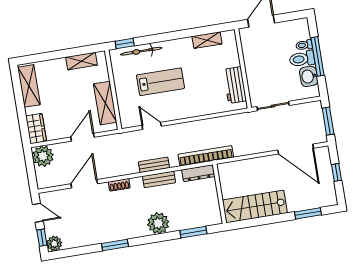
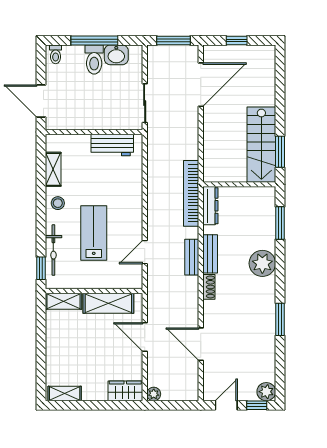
toilet: (304, 45) -> (56, 54), moved
stool: (180, 48) -> (58, 203), added
shelving: (81, 61) -> (64, 301), moved, turned 90
shelving: (29, 86) -> (65, 393), width x0.67, depth x0.75
plant: (43, 156) -> (154, 394), width x0.53, depth x0.53
shoe rack: (119, 185) -> (209, 287), moved
window: (308, 213) -> (280, 152), moved

